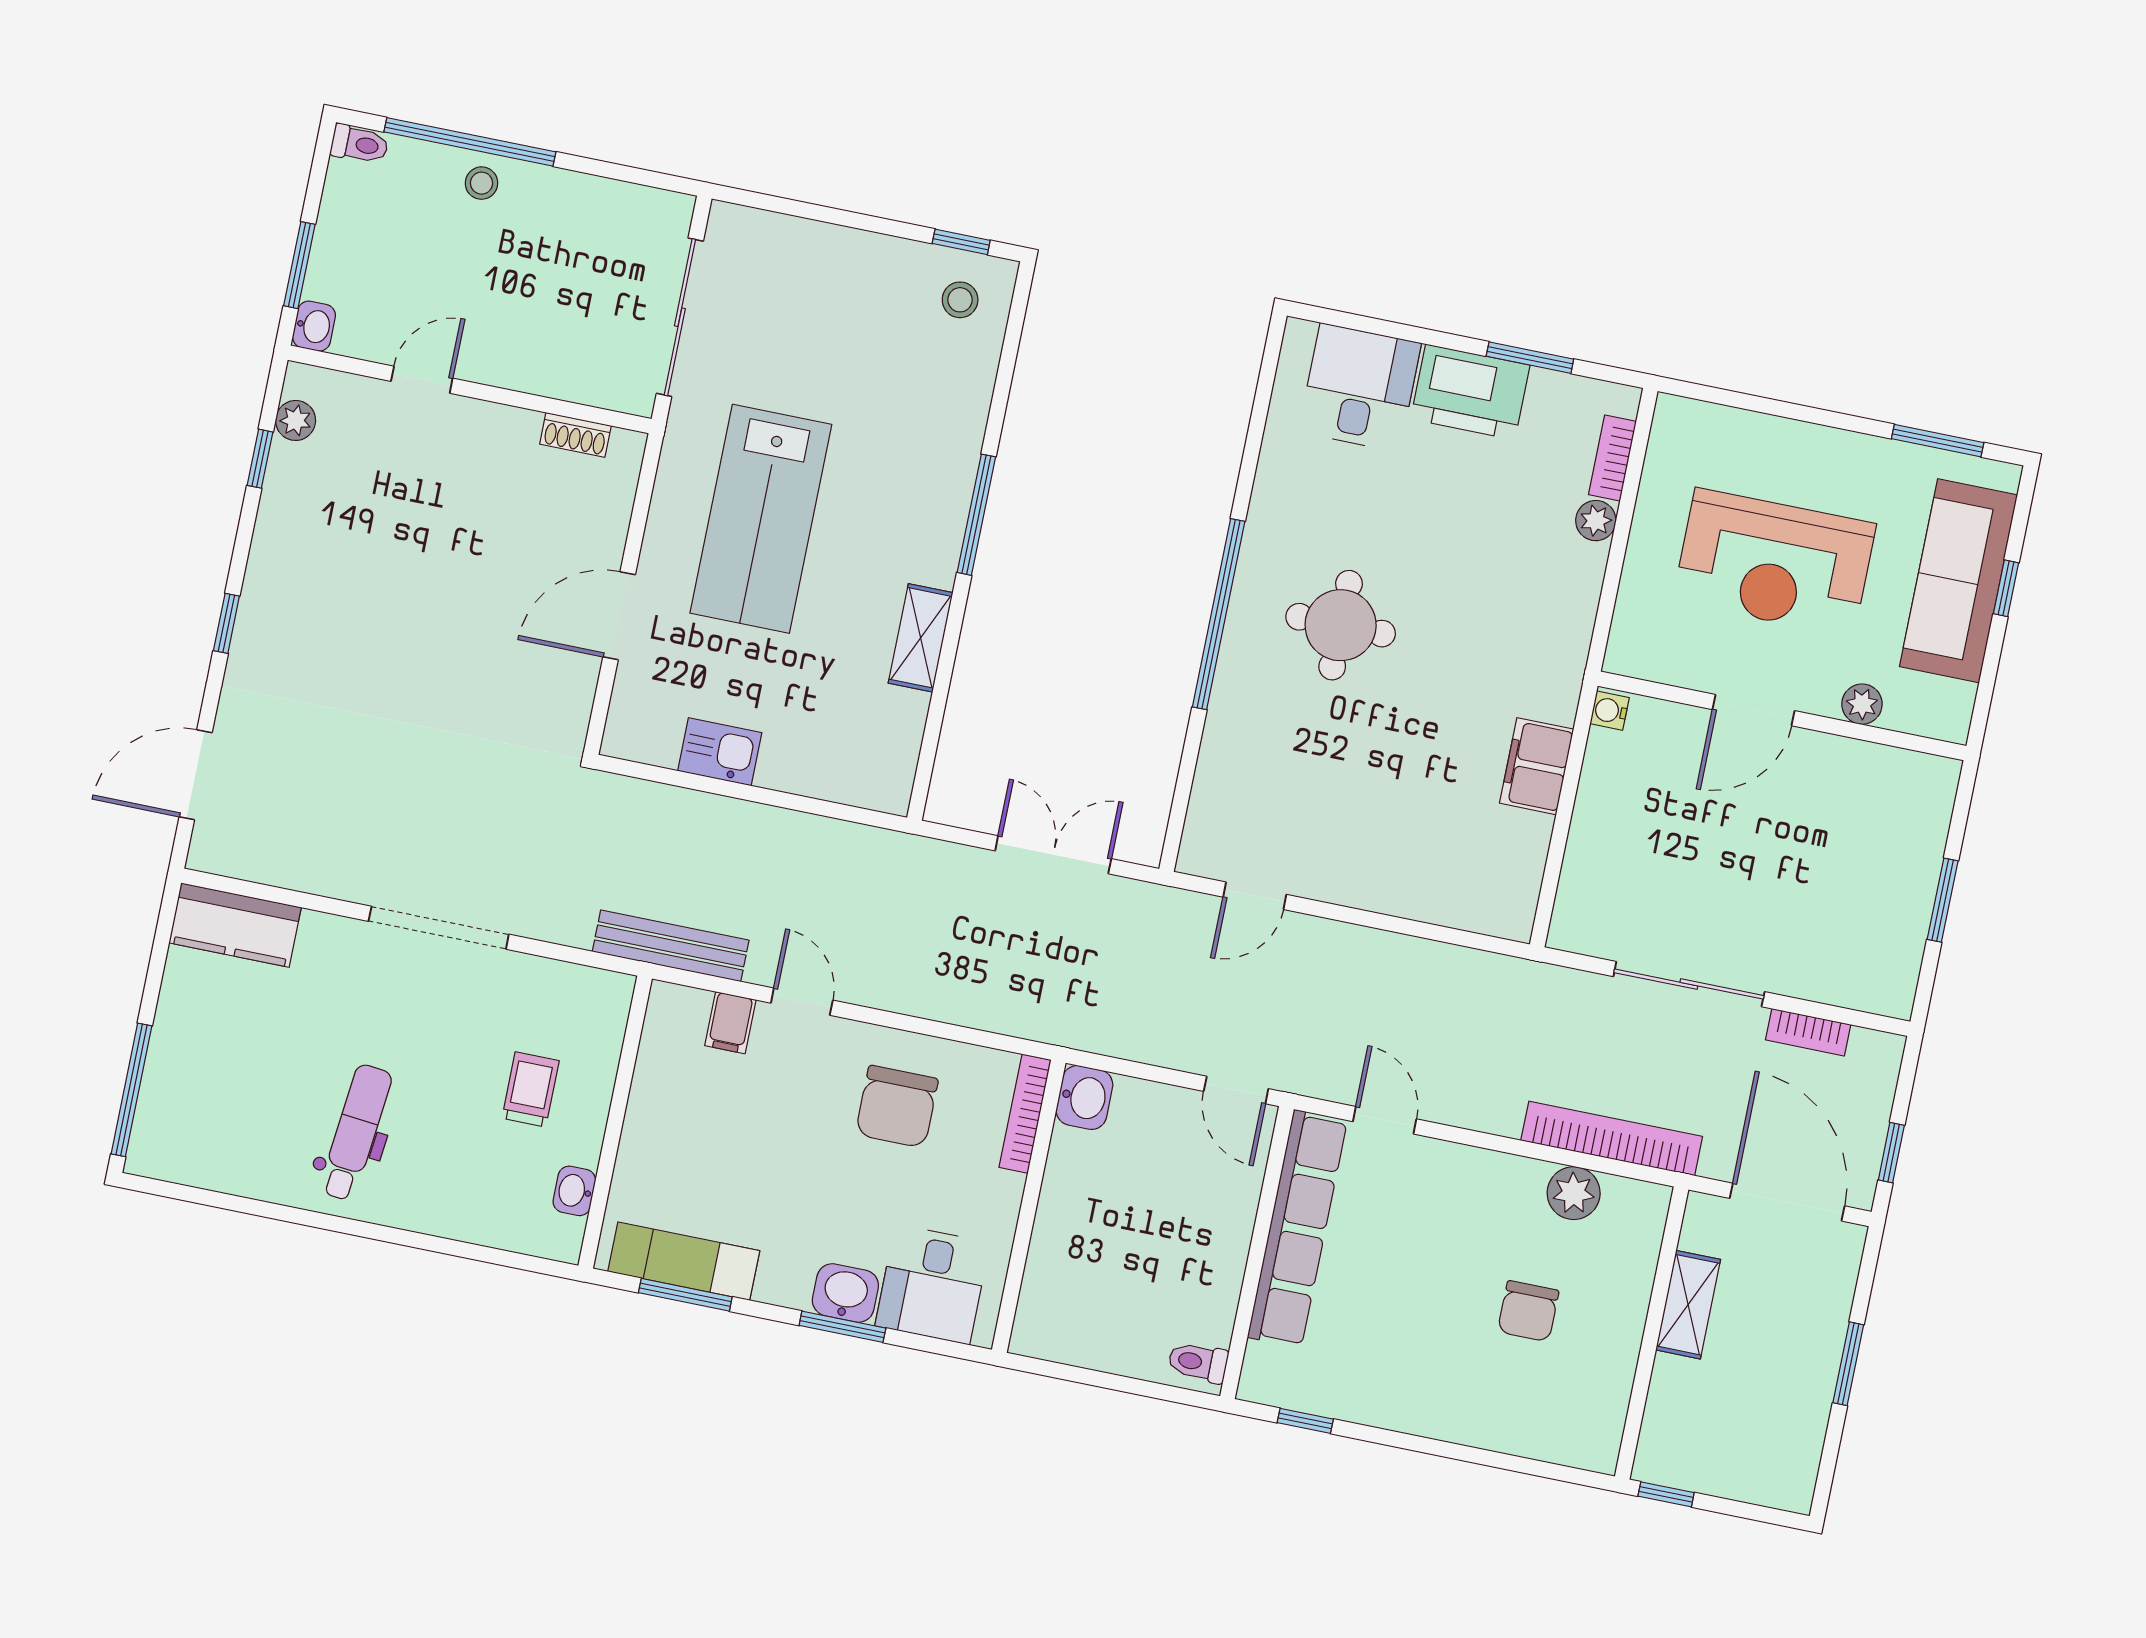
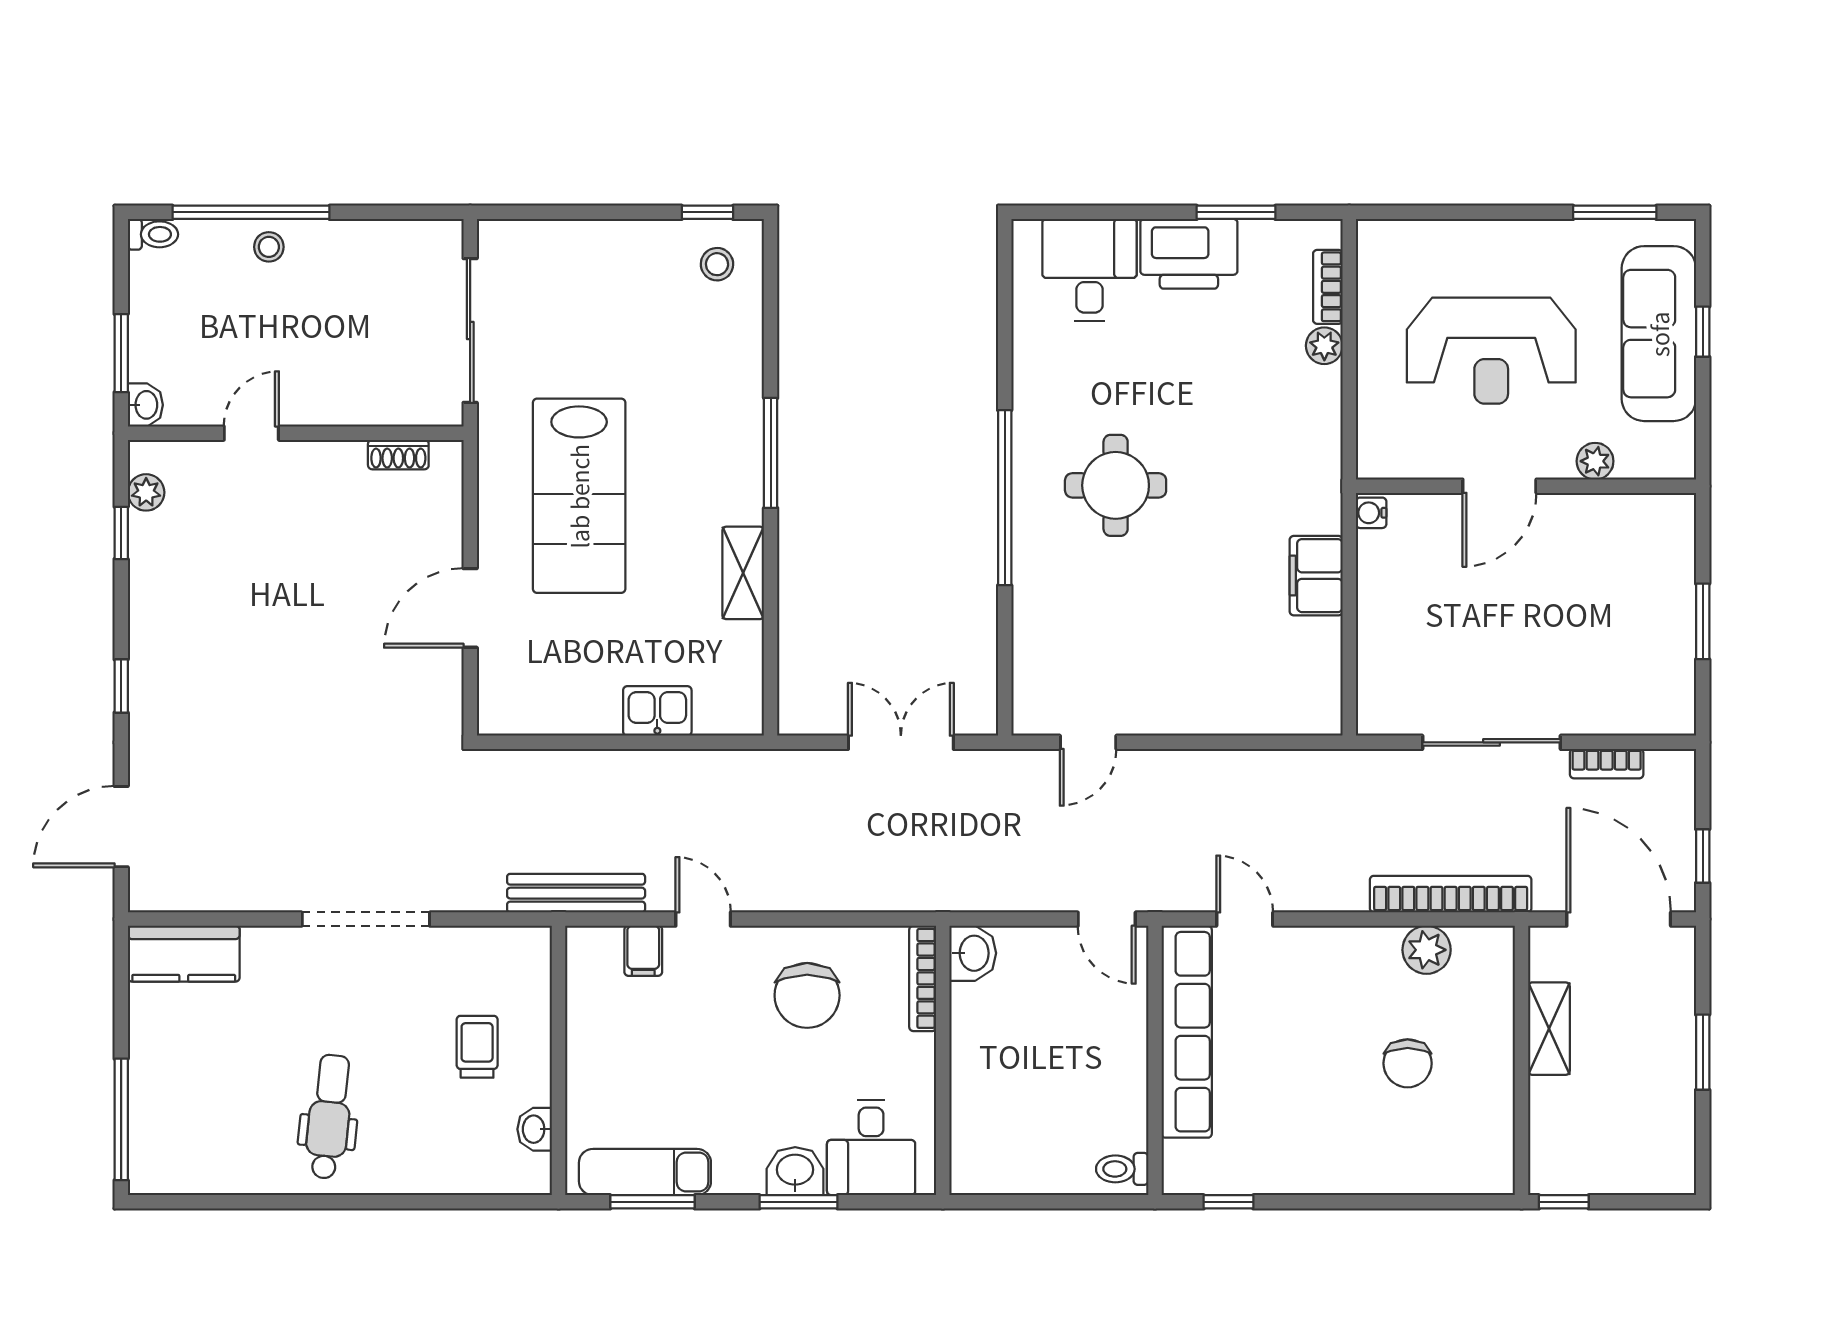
kitchen sink: (720, 752) -> (657, 711), moved

